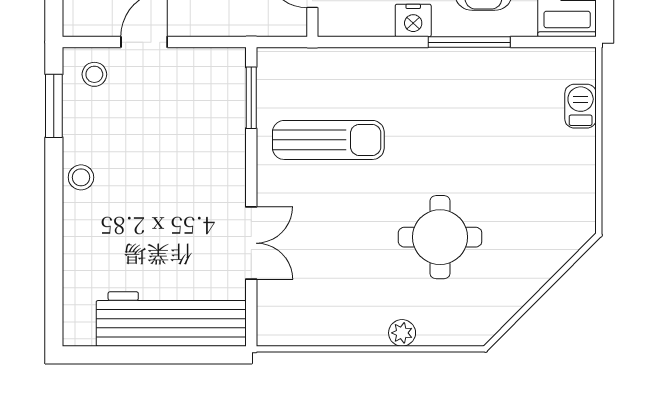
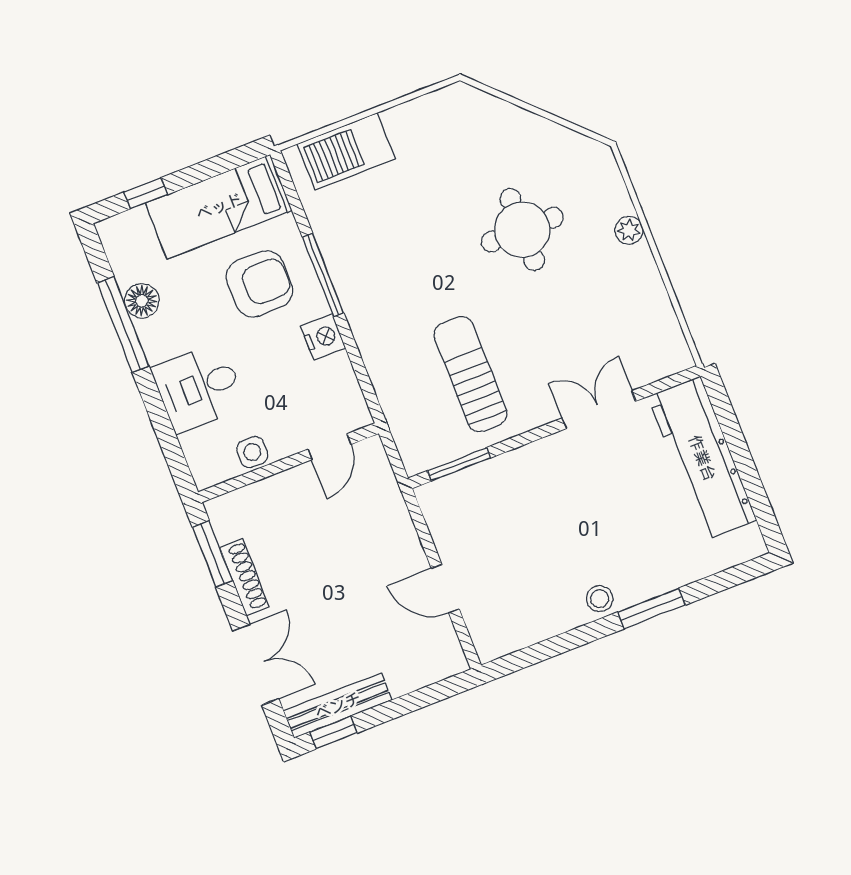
stool: (94, 74) -> (495, 625), removed
window: (54, 106) -> (651, 608), moved
barbecue: (581, 106) -> (346, 151), width x1.88, depth x1.53

